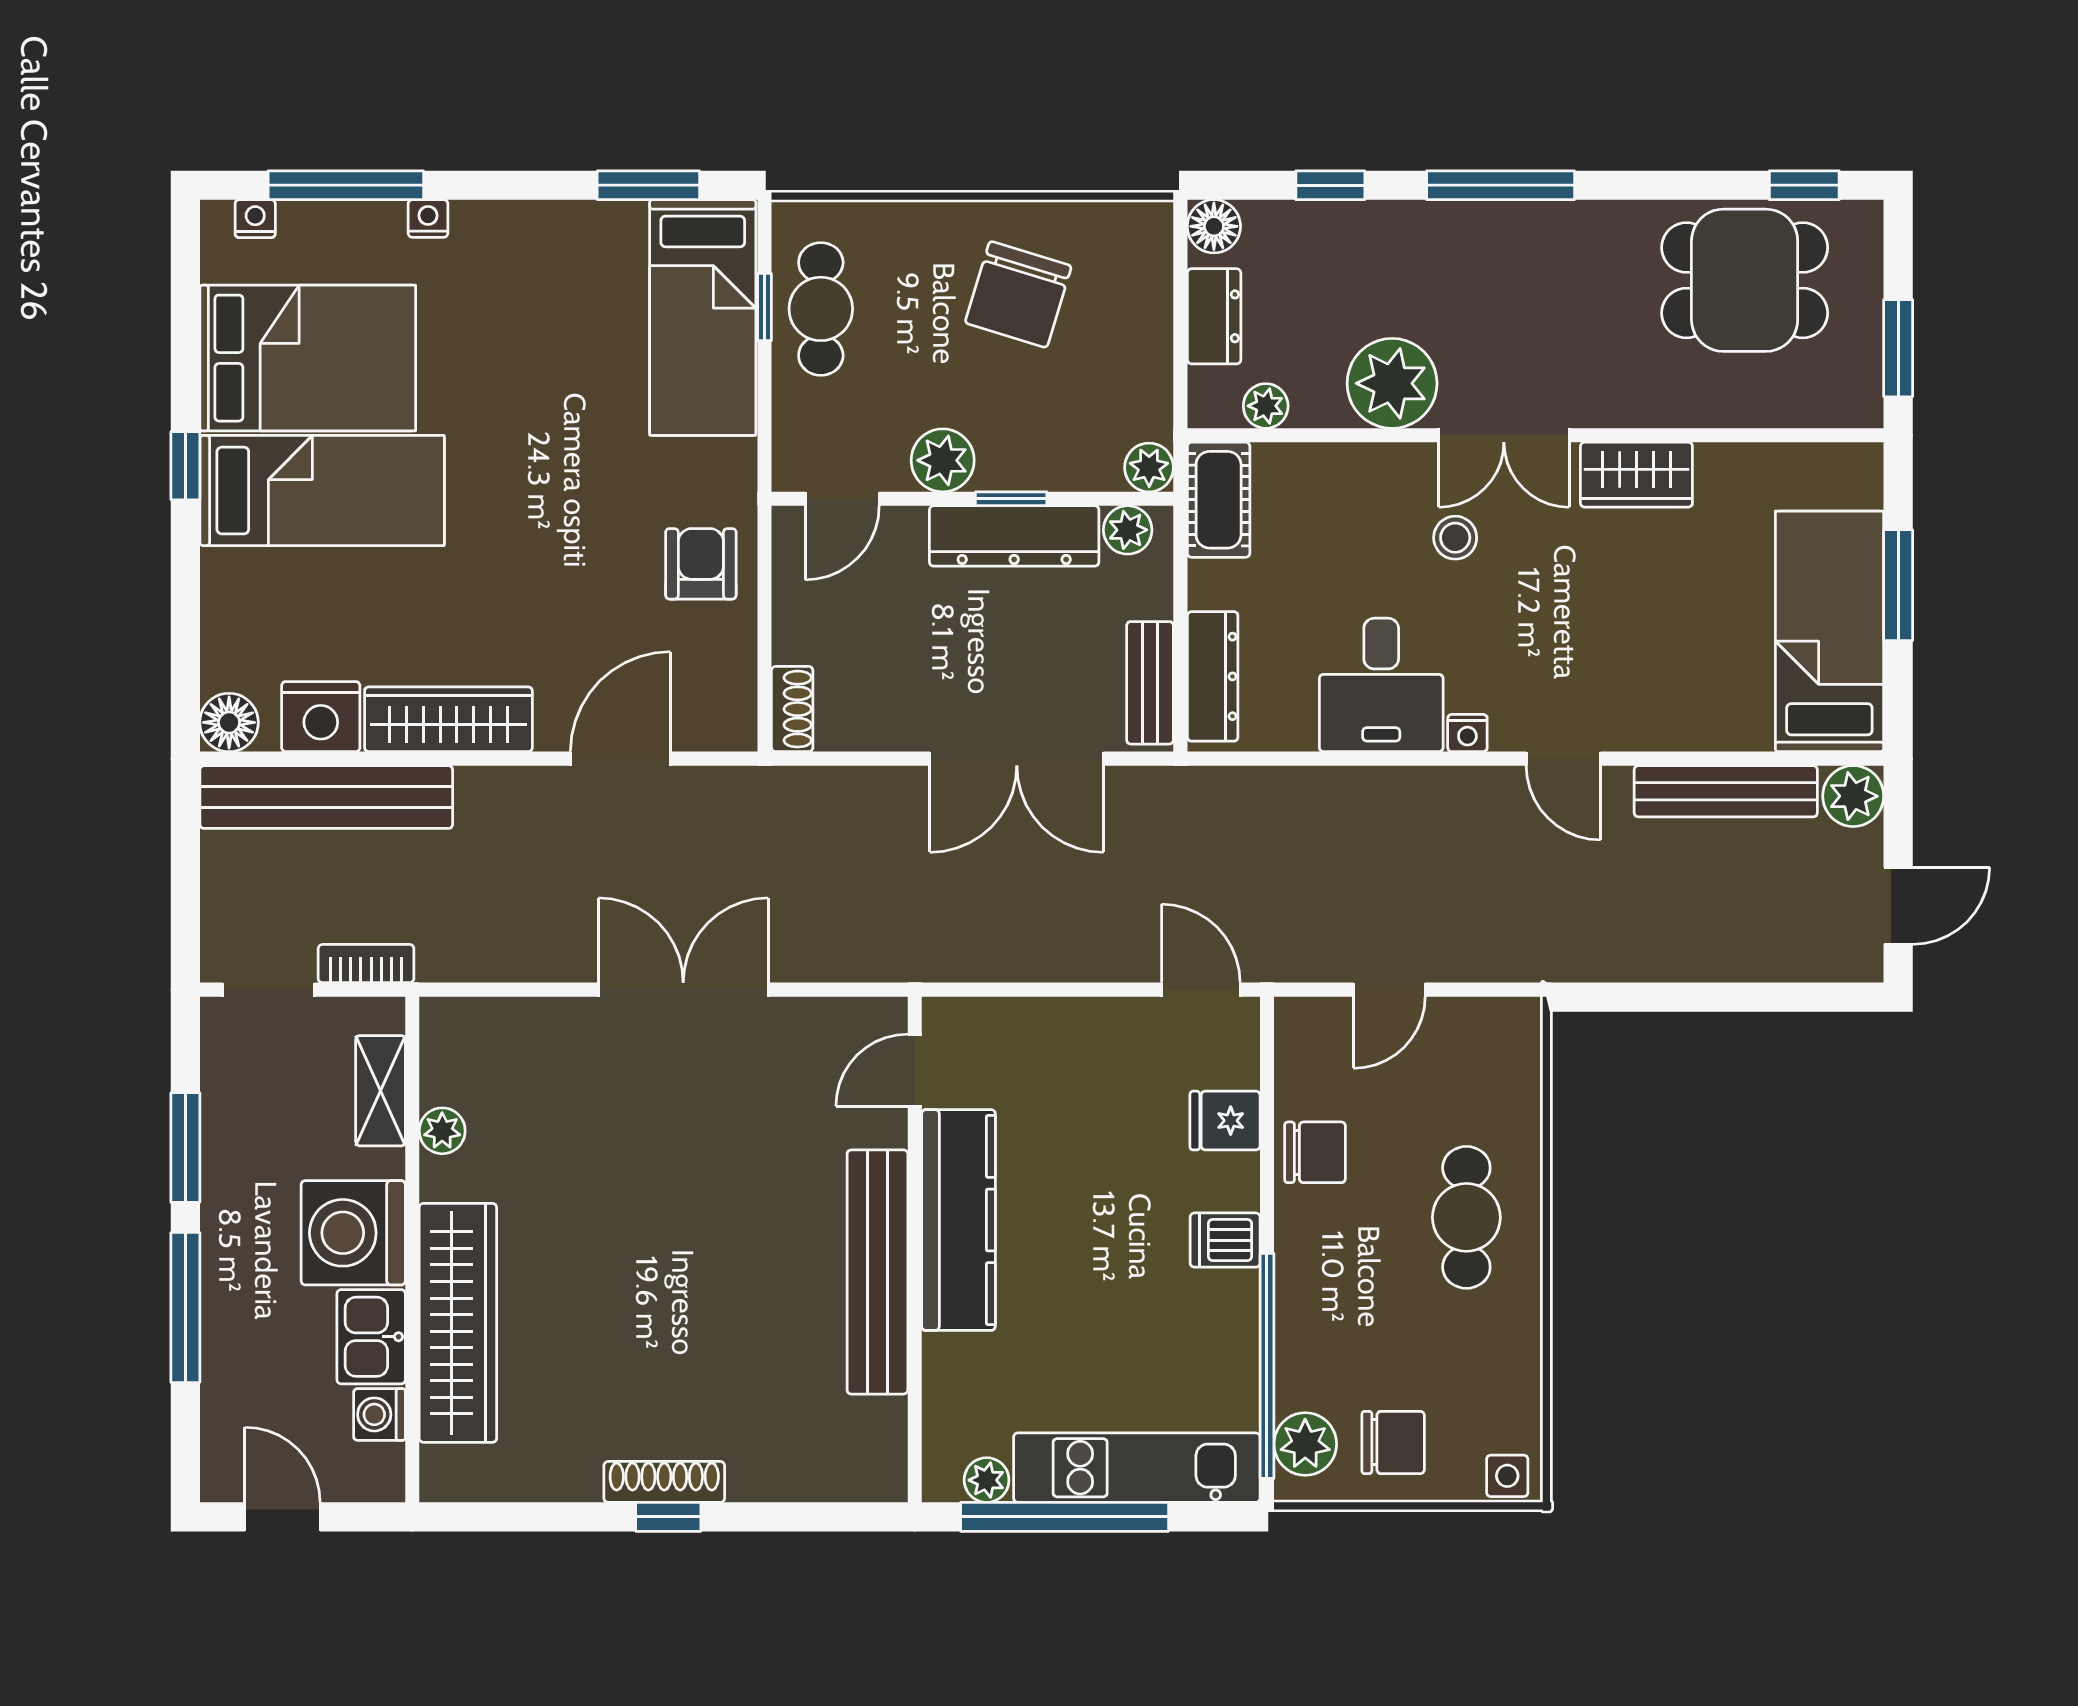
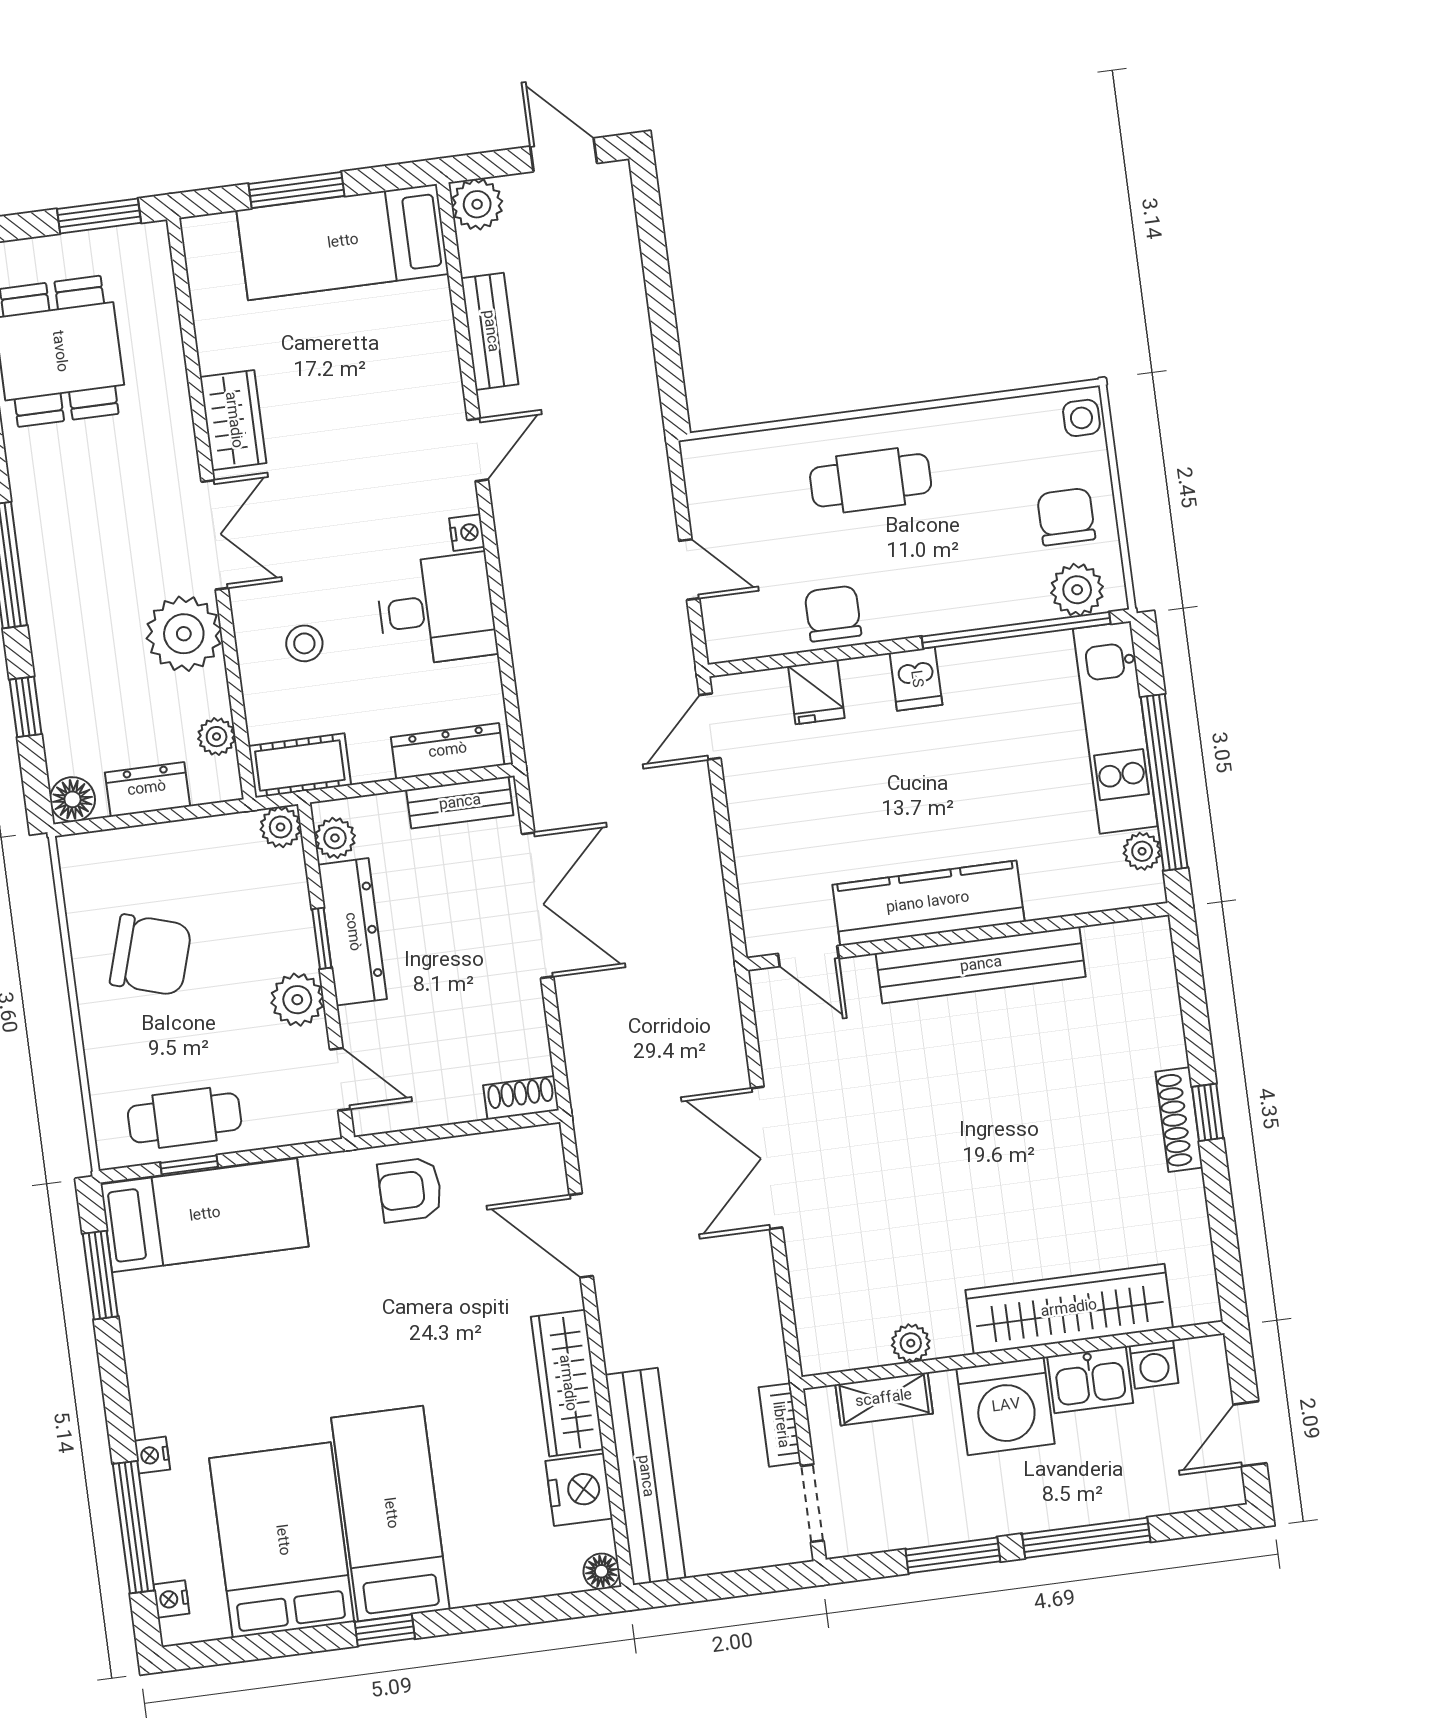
stool: (1455, 538) -> (304, 643), moved
floor lamp: (229, 722) -> (601, 1571), width x0.73, depth x0.73
bench: (1726, 791) -> (490, 331), width x0.73

